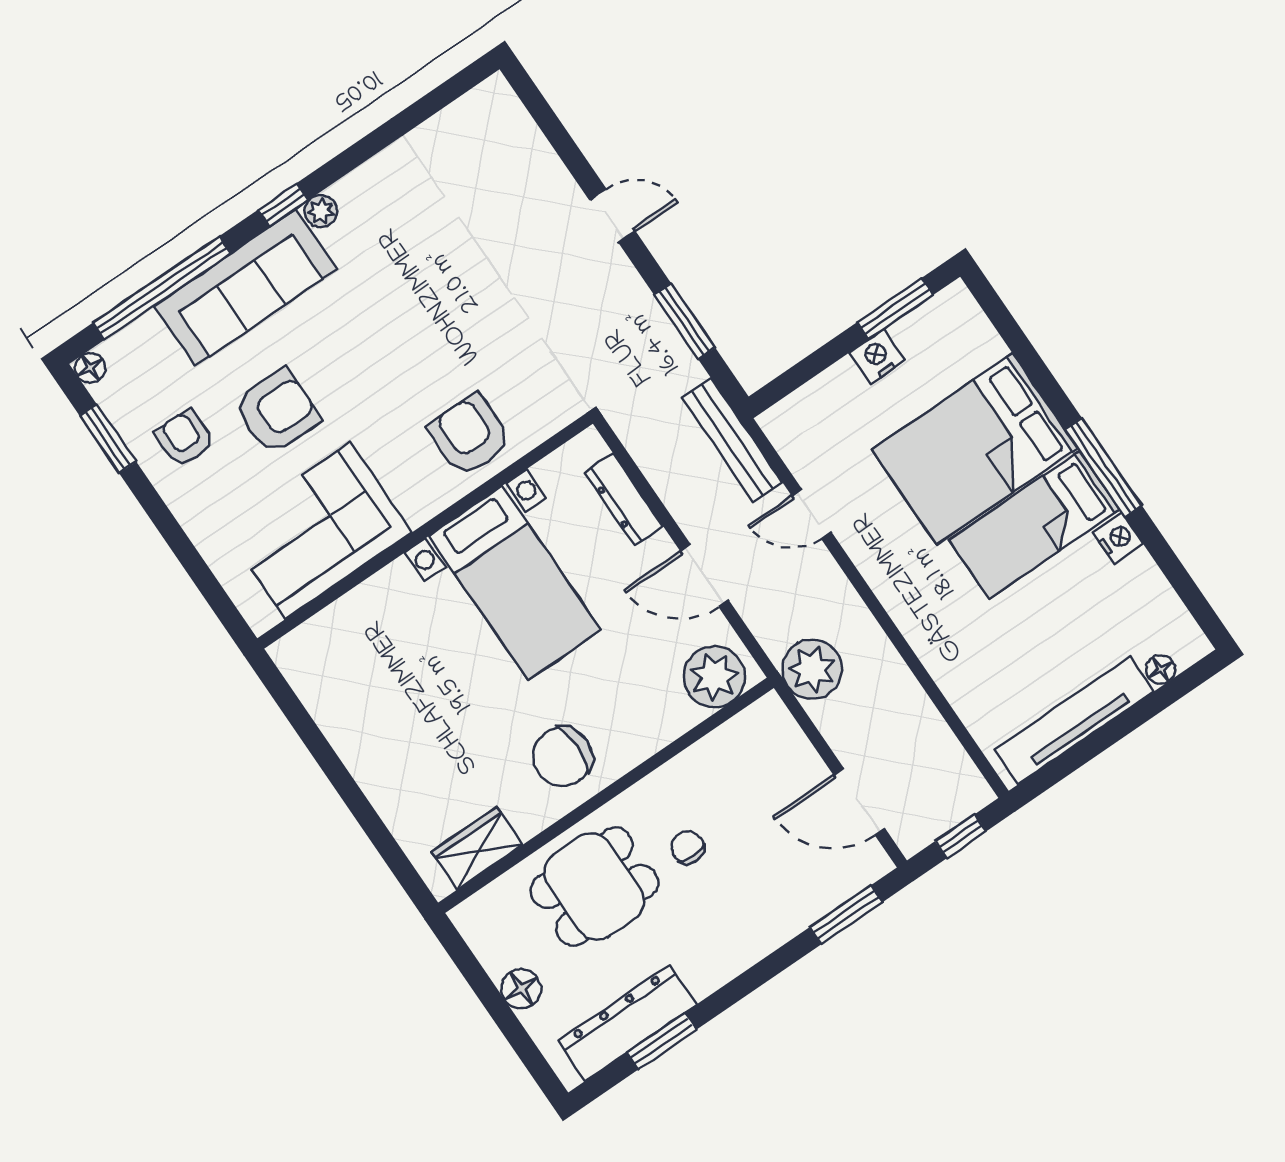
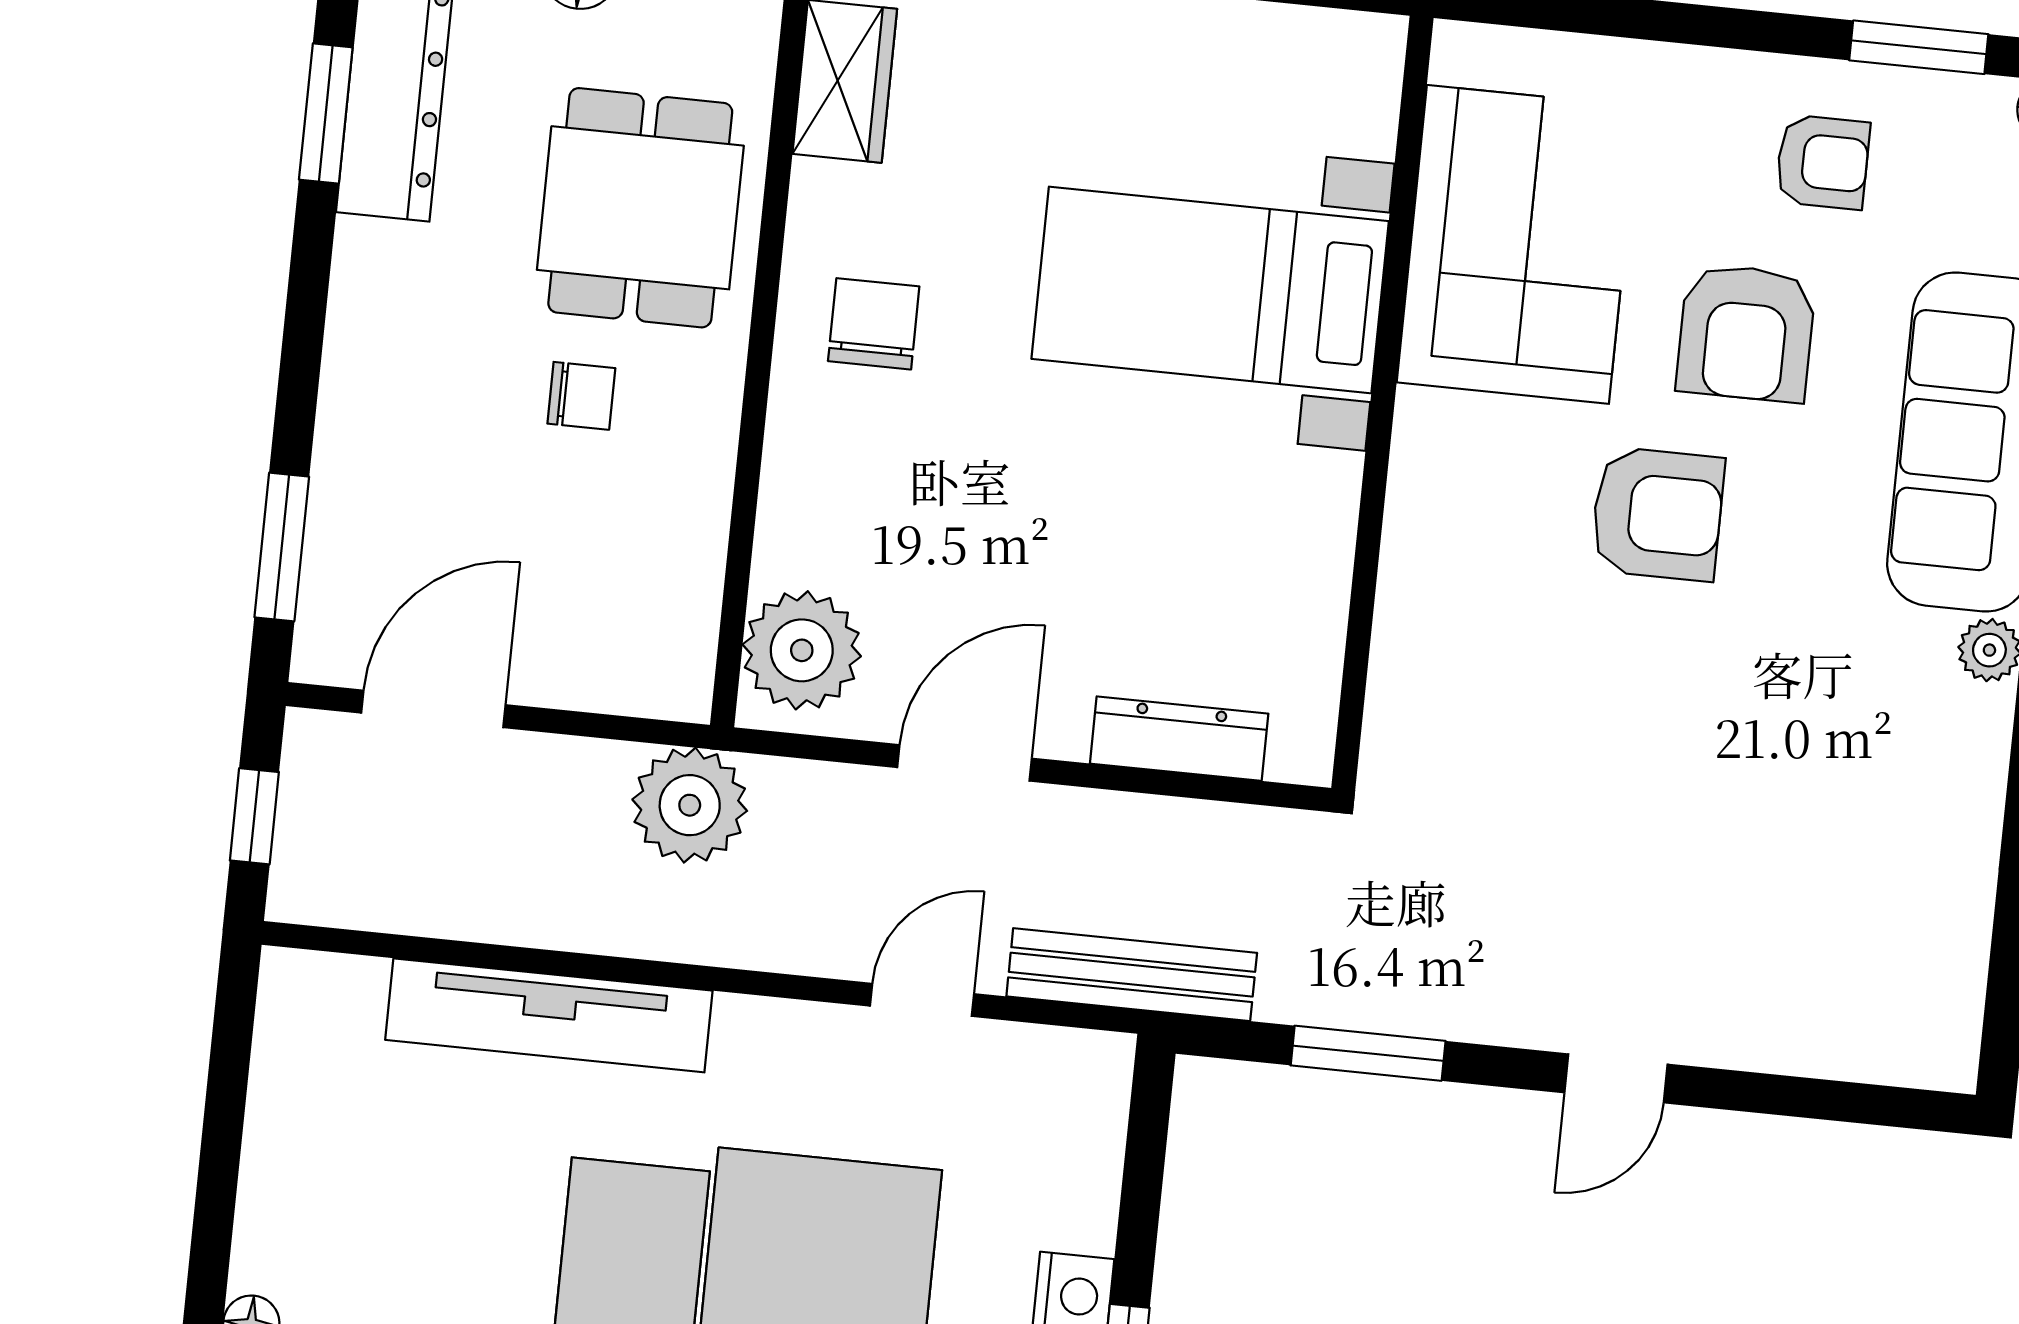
armchair: (469, 435) -> (1657, 514), moved
bed with nightstands: (515, 583) -> (1210, 290), moved
tv unit: (1074, 720) -> (549, 1015), moved, turned 90
chair: (562, 757) -> (874, 324), width x0.73, depth x0.73

